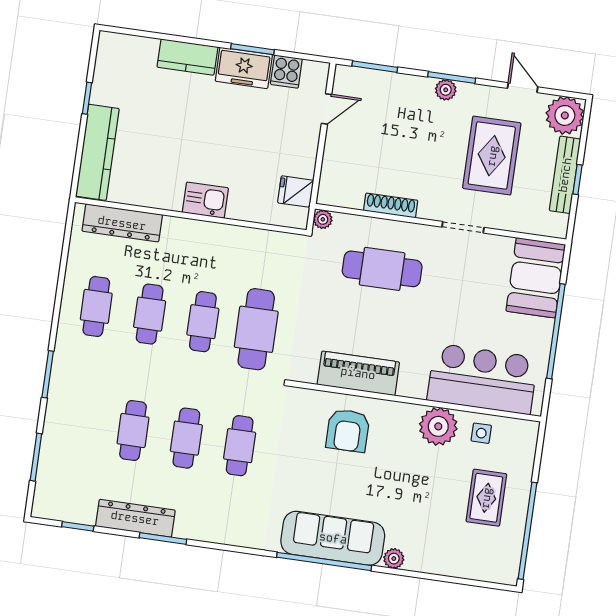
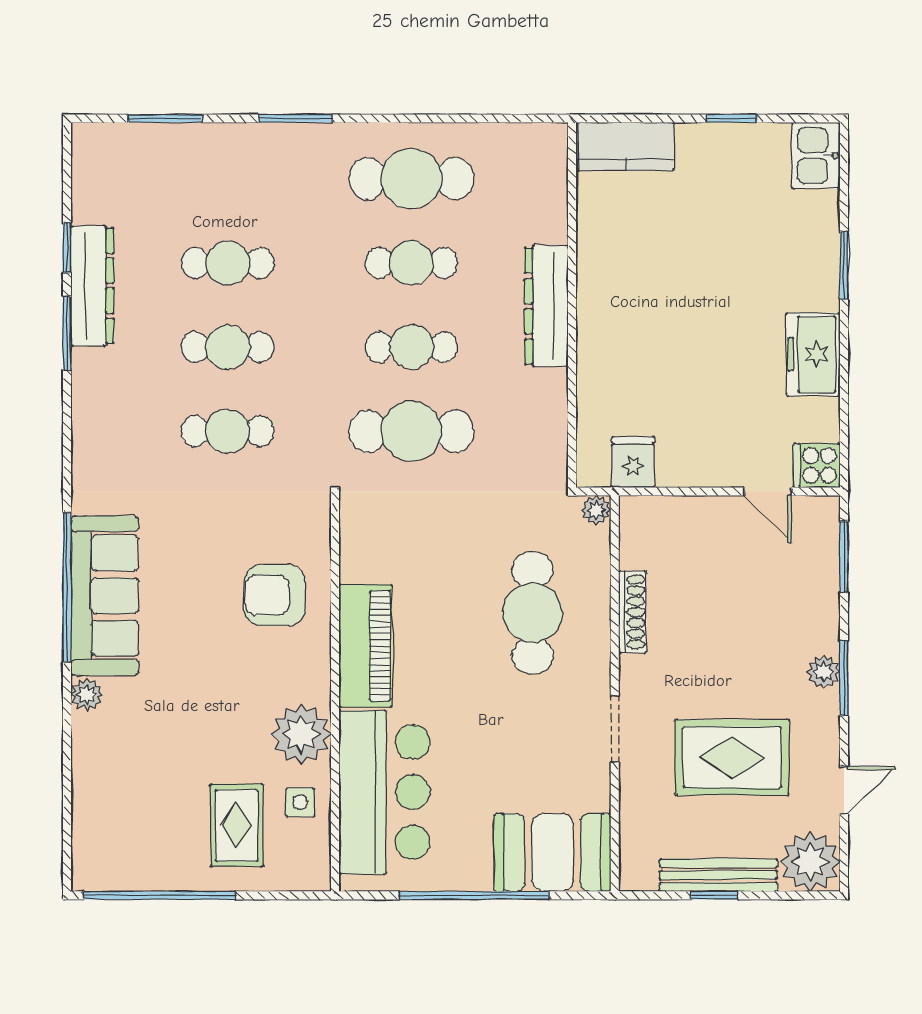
window: (252, 49) -> (844, 265), moved
kitchen counter: (187, 57) -> (818, 265), removed
cooker: (286, 72) -> (817, 465), moved
kitchen counter: (97, 152) -> (626, 147), width x0.67
kitchen sink: (205, 200) -> (816, 156), moved, turned 180
dresser: (122, 223) -> (546, 306), moved
cafe table: (96, 306) -> (411, 179), width x1.37, depth x1.35
piano: (358, 373) -> (366, 646), moved
rug: (486, 498) -> (237, 825), moved, turned 90
window: (78, 526) -> (67, 248), moved

